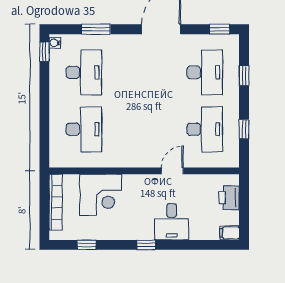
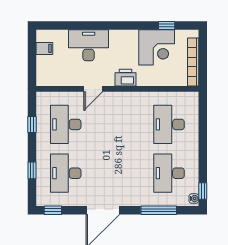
window: (96, 29) -> (159, 210), width x1.44
corner desk: (101, 195) -> (157, 47), moved, turned 180
printer: (229, 198) -> (126, 78), moved, turned -90
desk: (172, 222) -> (89, 45), width x1.37
filing cabinet: (230, 233) -> (44, 48), moved
window: (146, 245) -> (116, 26), removed

